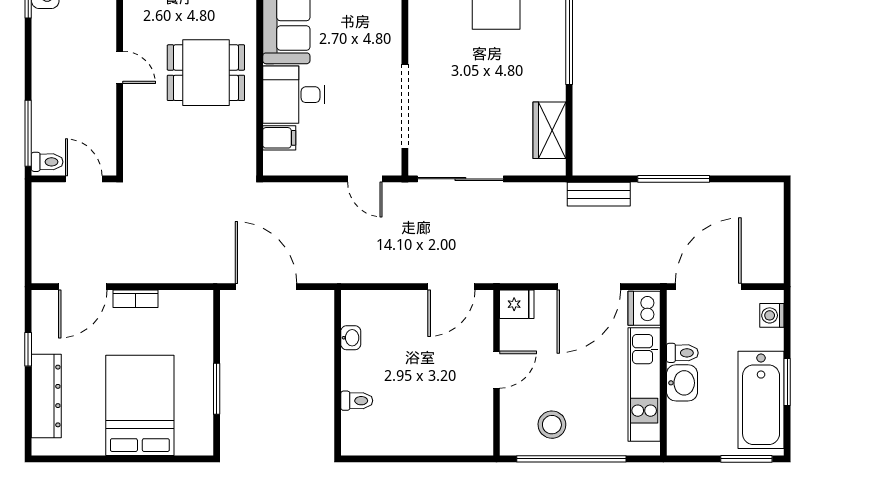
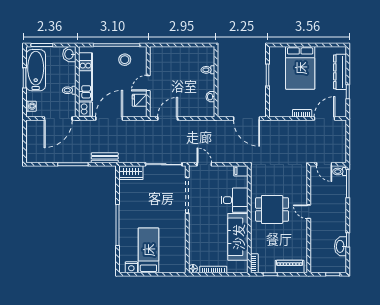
wardrobe: (549, 130) -> (131, 173), moved, turned 90
filing cabinet: (279, 138) -> (241, 171), moved
fridge: (517, 304) -> (140, 100), moved
washbasin: (682, 383) -> (69, 54), moved

